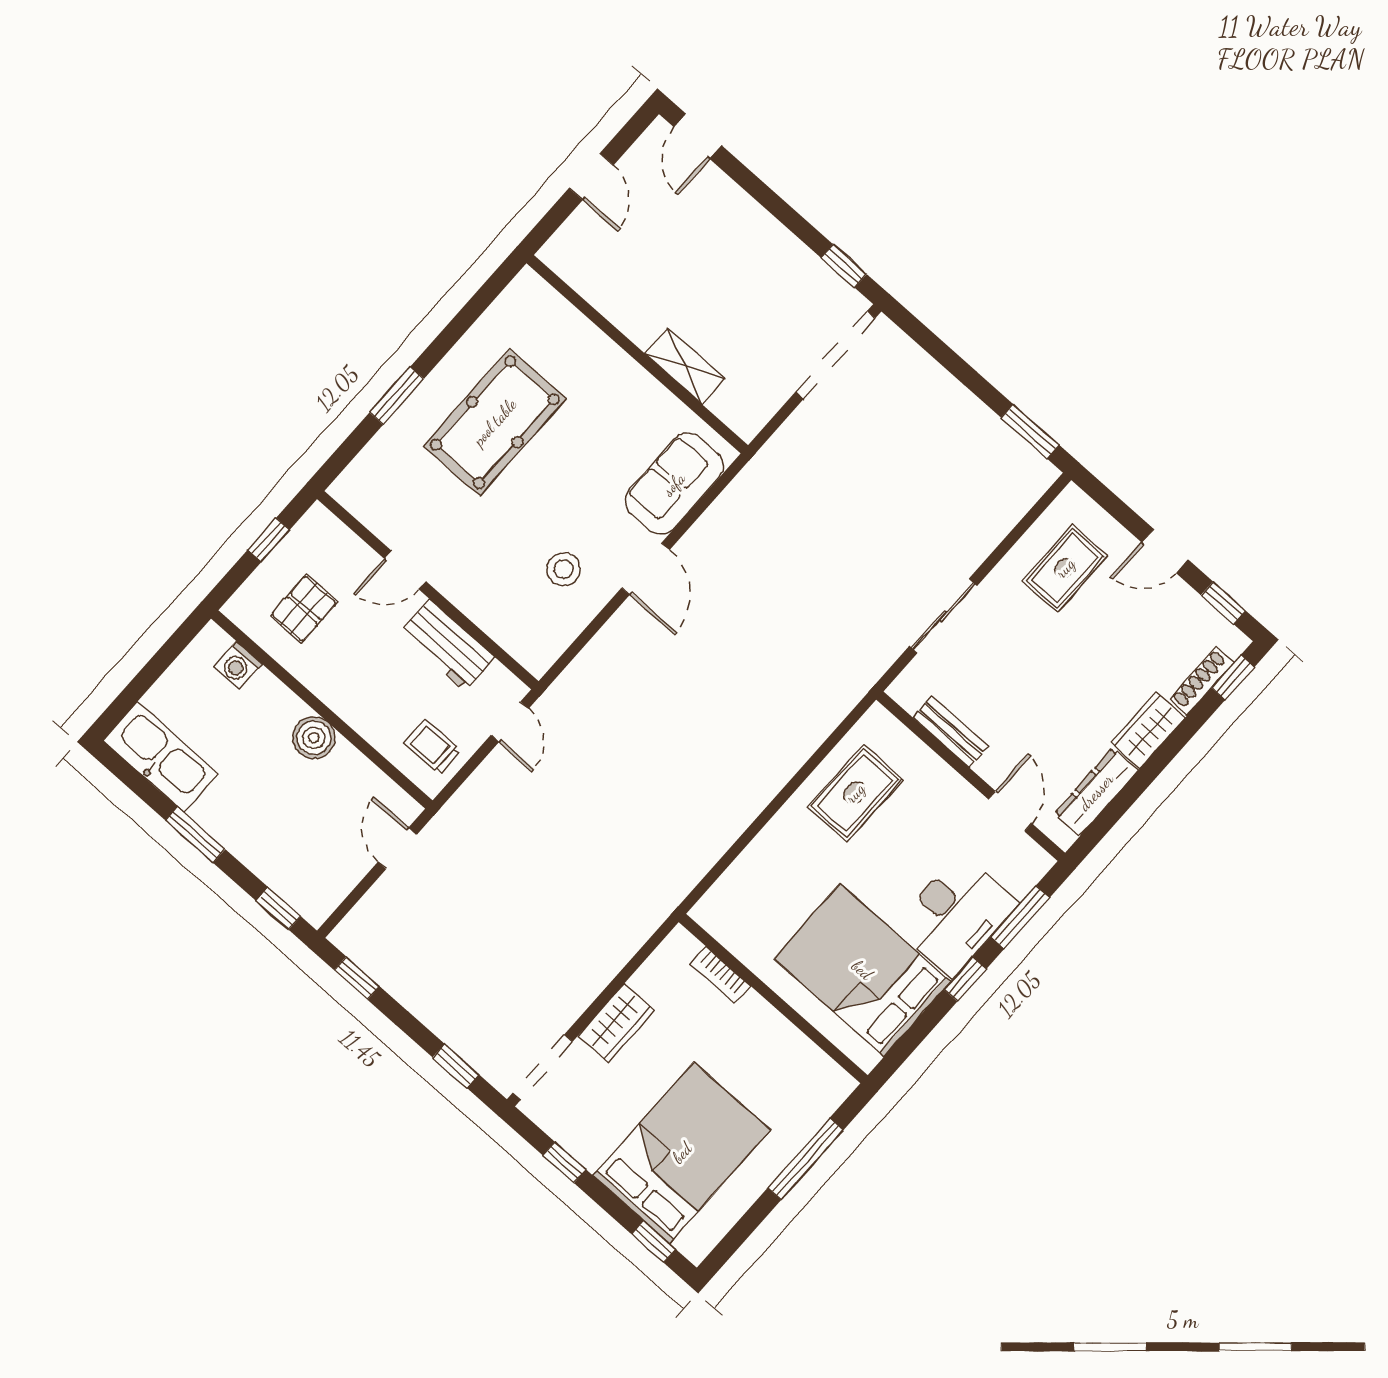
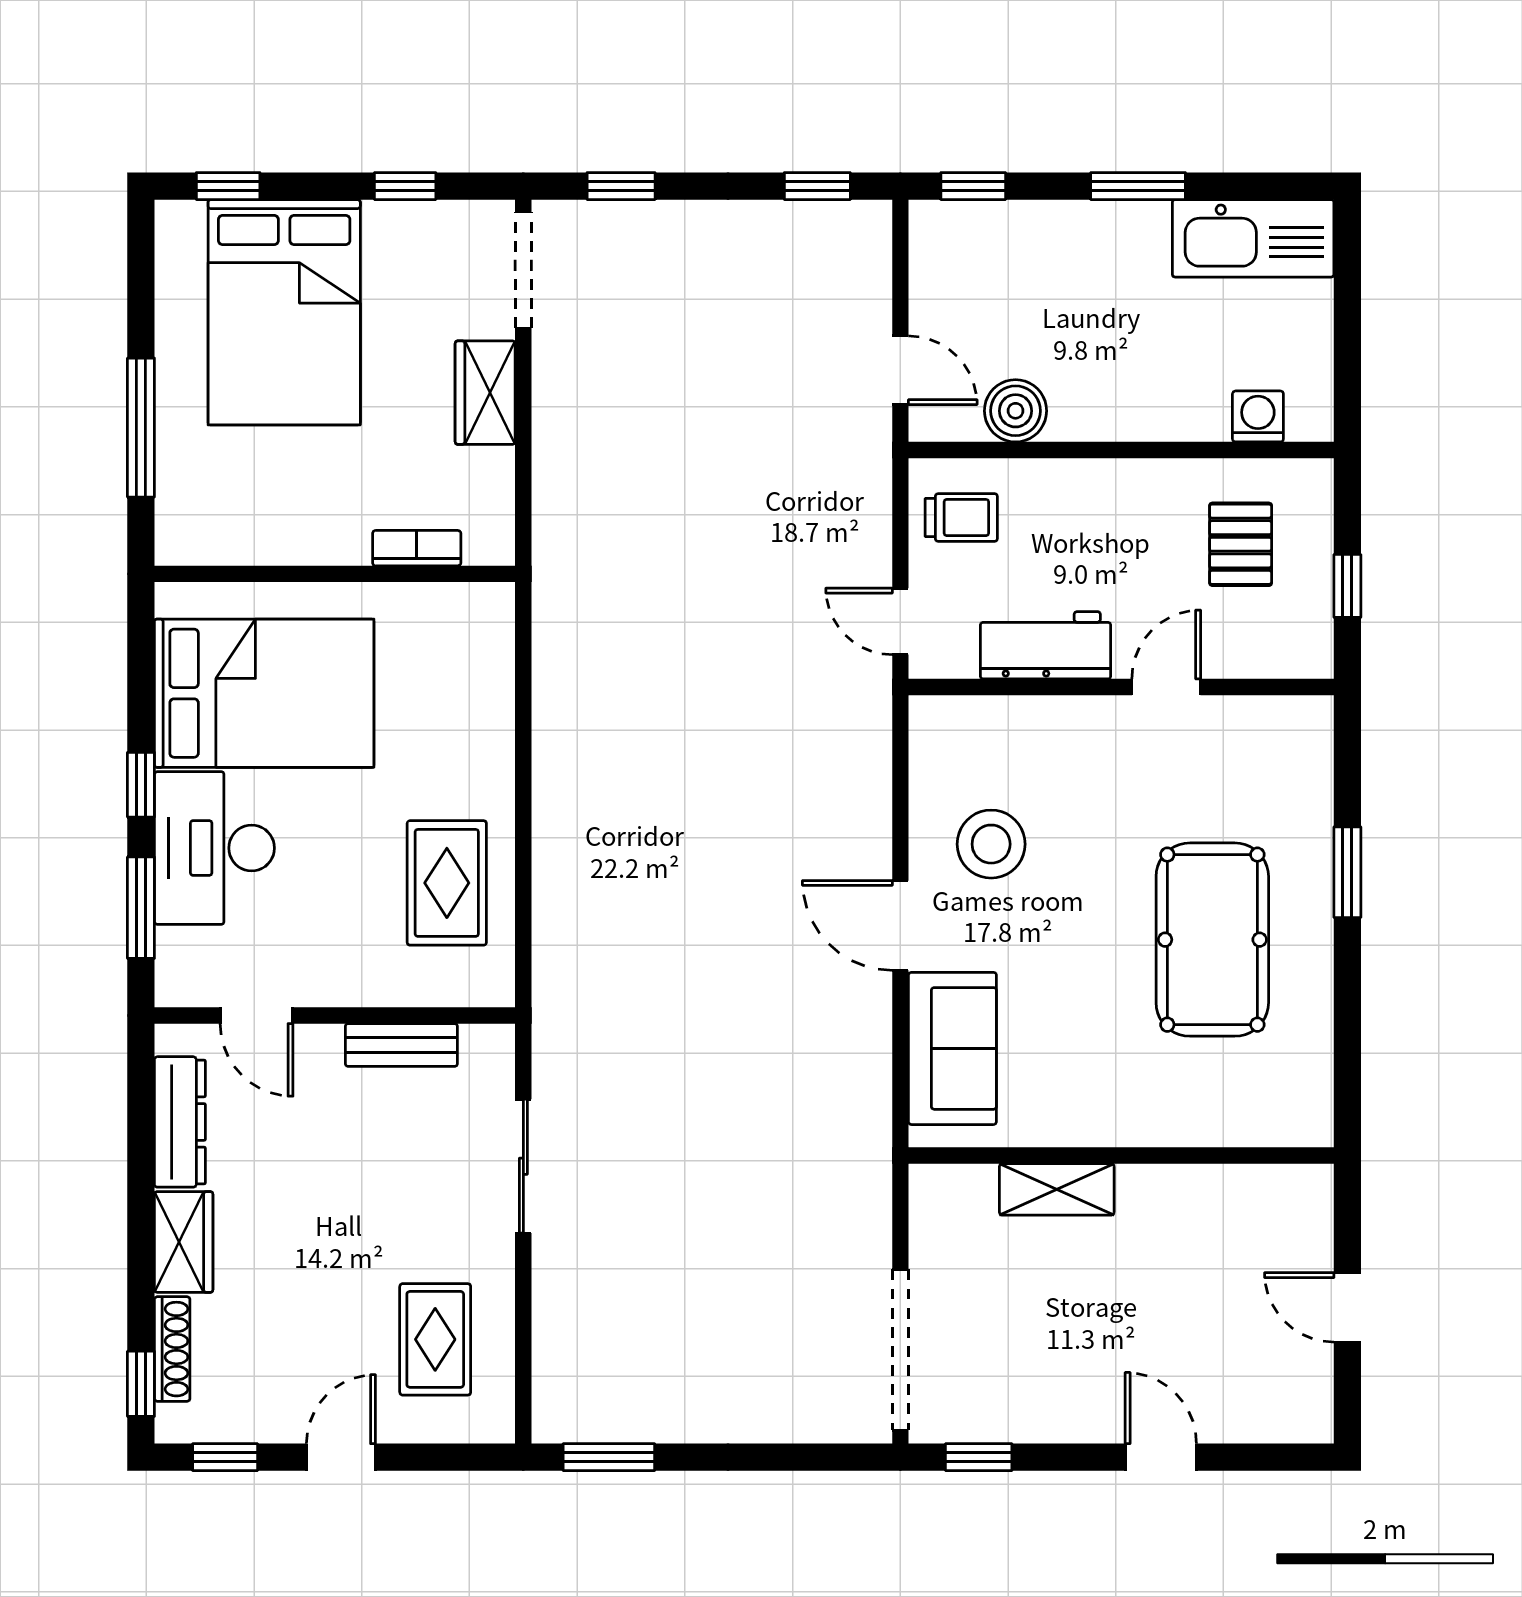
door: (698, 136) -> (1161, 1457), moved
stool: (564, 569) -> (991, 844), width x1.38, depth x1.38
boiler: (314, 738) -> (1016, 411), moved

